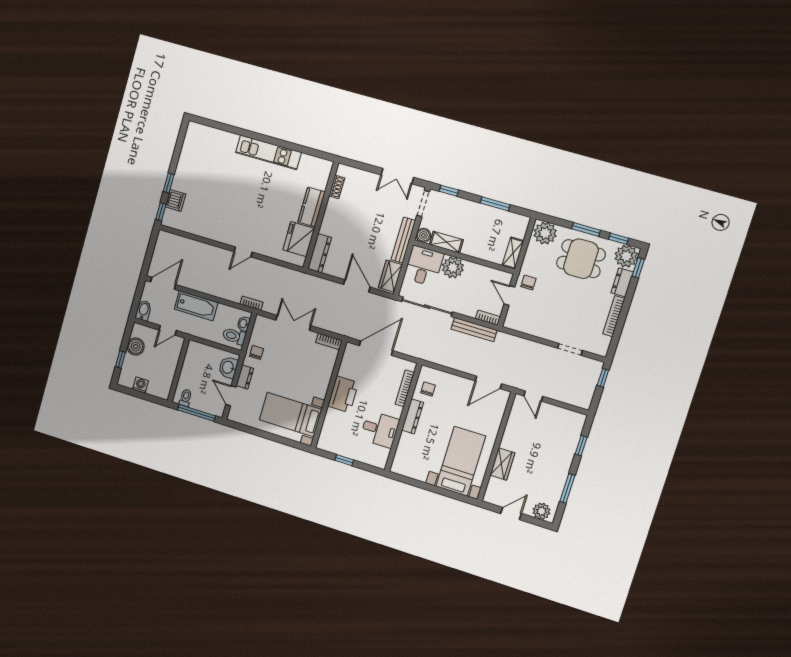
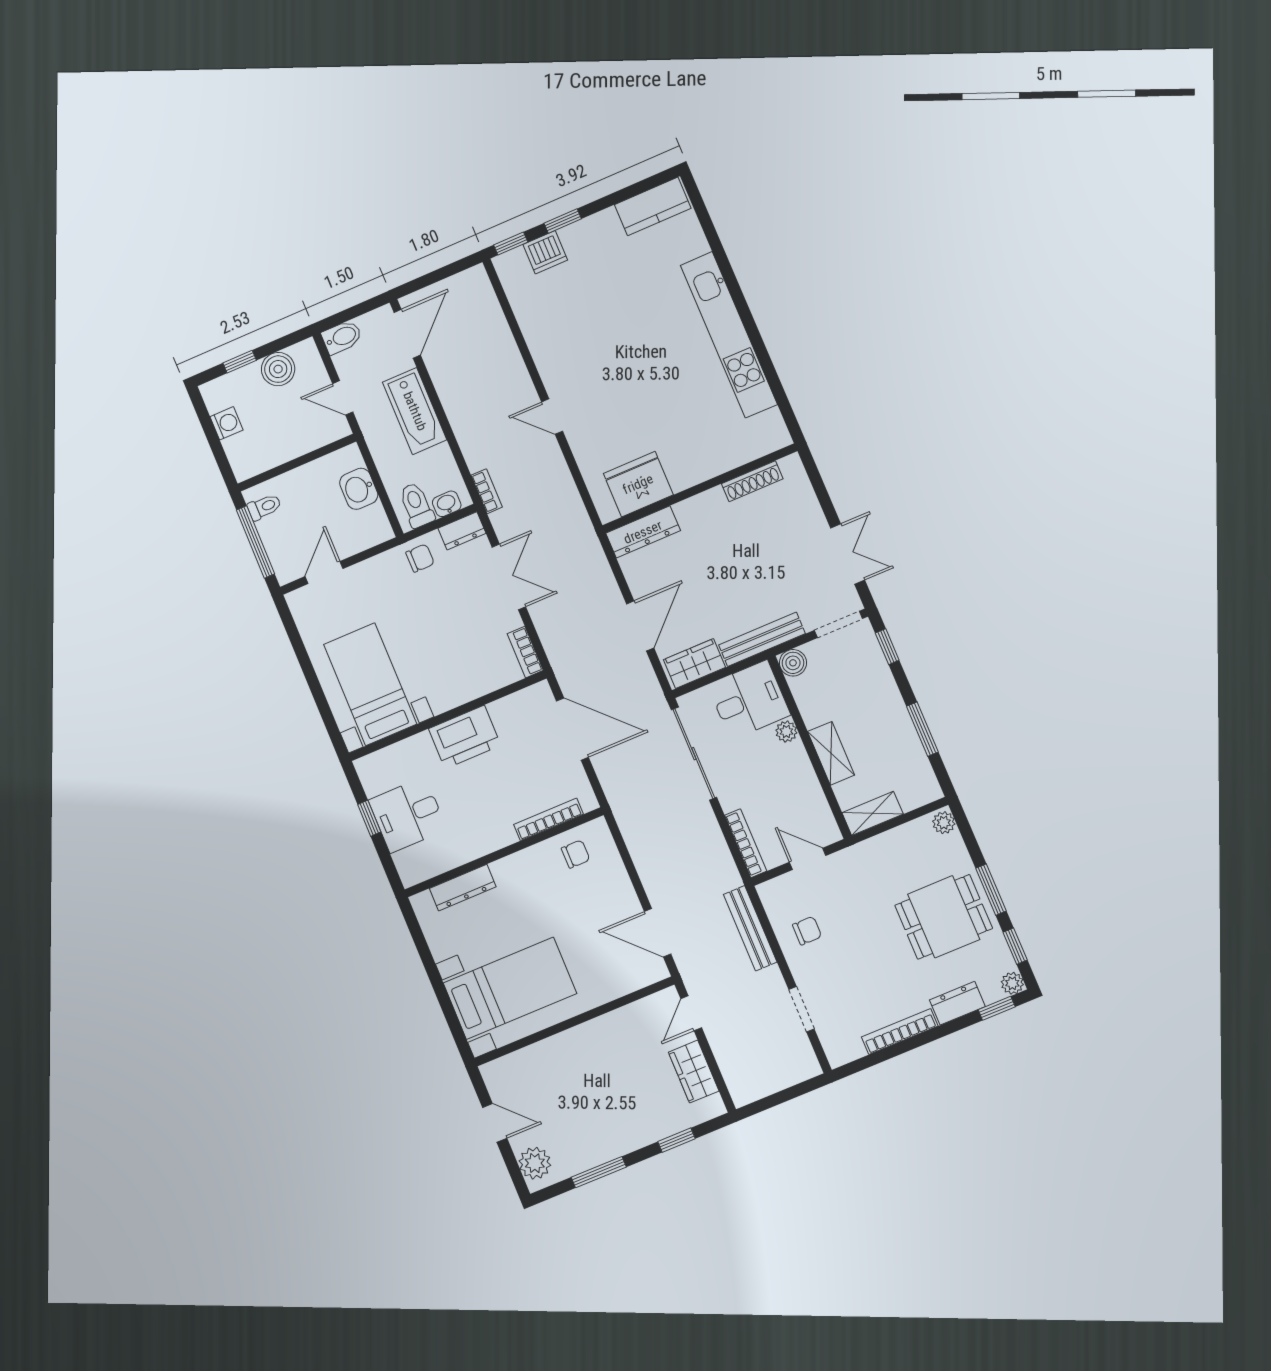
kitchen unit: (268, 152) -> (729, 335), width x1.36
double door: (397, 176) -> (848, 554), swing flipped
shoe rack: (337, 187) -> (752, 481), width x1.43
kitchen counter: (311, 207) -> (653, 206), moved, turned 180
plant: (545, 233) -> (944, 823), width x0.53, depth x0.53
shelving: (446, 242) -> (831, 753), moved
plant: (626, 256) -> (1012, 983), width x0.53, depth x0.53
dining table: (581, 259) -> (944, 917), turned 90
plant: (453, 267) -> (786, 732), width x0.53, depth x0.53
door: (163, 283) -> (407, 334), hinge flipped
chair: (528, 283) -> (807, 931), moved
door: (509, 296) -> (808, 859), hinge flipped
bookcase: (488, 318) -> (746, 843), width x1.56
bench: (474, 330) -> (750, 928), moved
washbasin: (228, 367) -> (359, 489), moved, turned -90
dresser: (245, 377) -> (462, 531), moved
window: (603, 378) -> (799, 1090), removed
dresser: (413, 416) -> (463, 888), moved
desk: (380, 429) -> (408, 815), moved, turned 90
wardrobe: (502, 464) -> (694, 1072), moved, turned 90

